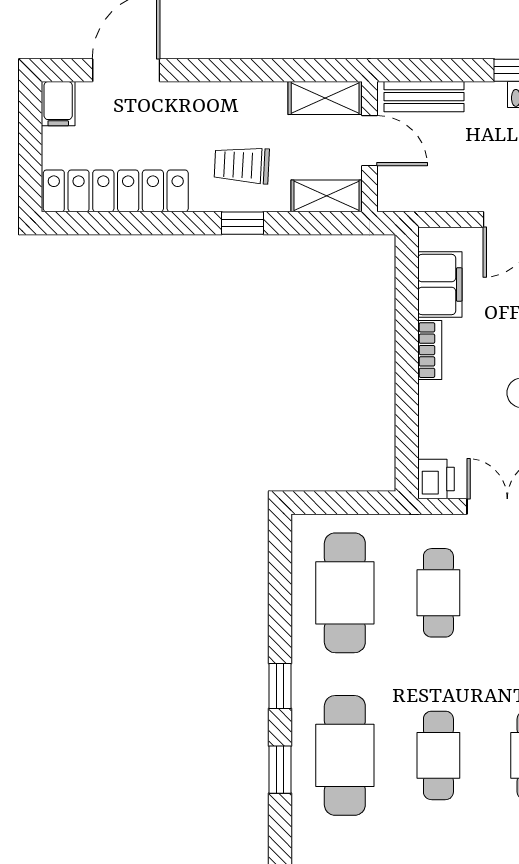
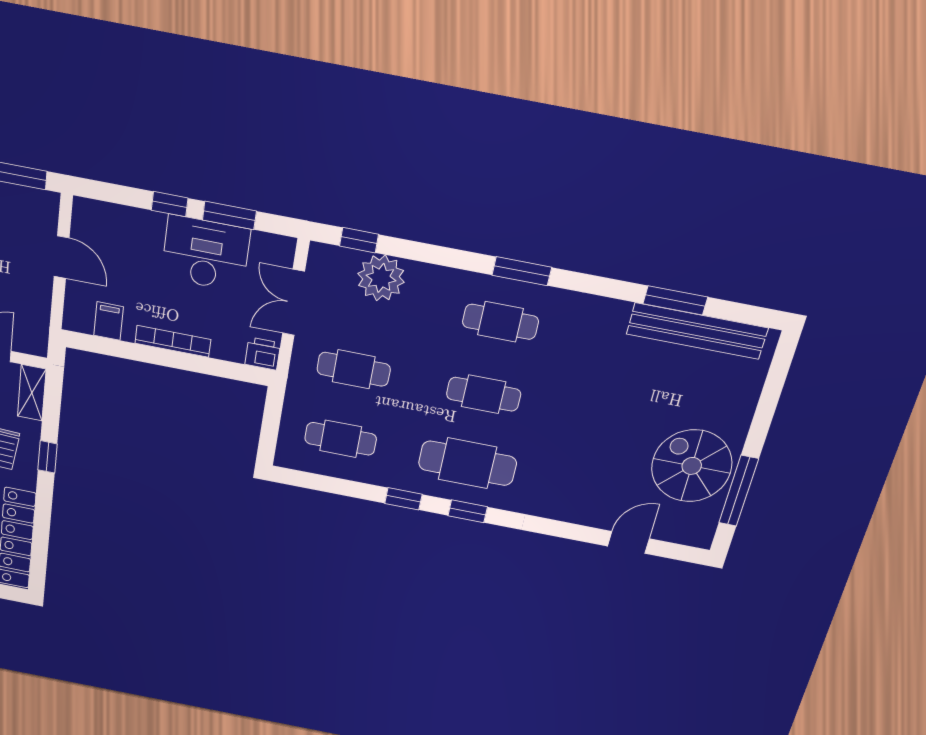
filing cabinet: (440, 285) -> (109, 321), width x0.50
bookcase: (430, 350) -> (173, 341), width x1.56
cafe table: (345, 593) -> (341, 439), width x0.73, depth x0.74

